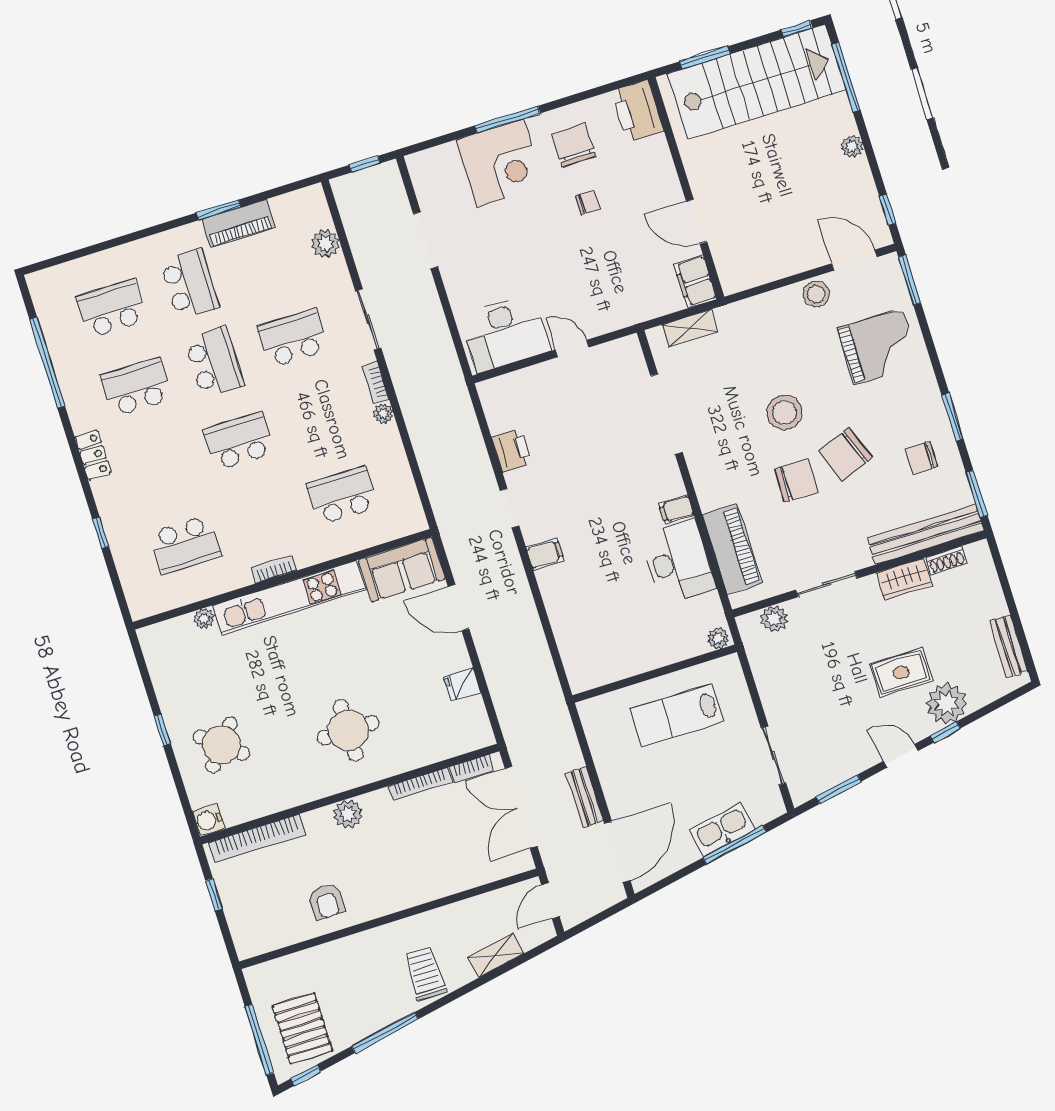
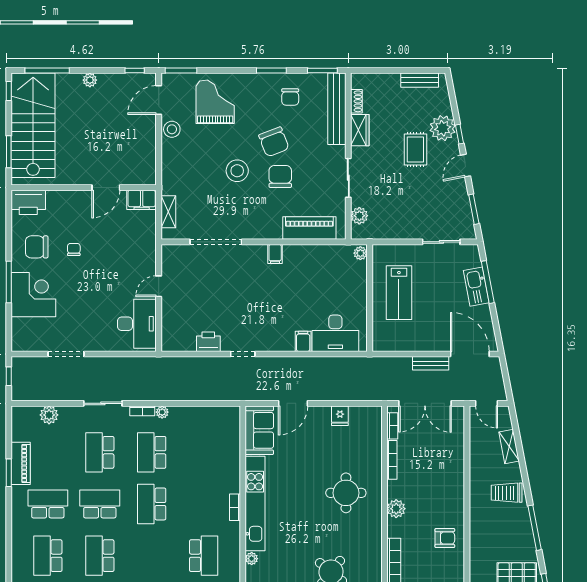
school desk: (342, 496) -> (152, 452), moved
filing cabinet: (545, 554) -> (303, 341), moved
desk: (678, 562) -> (335, 333), moved, turned 180

